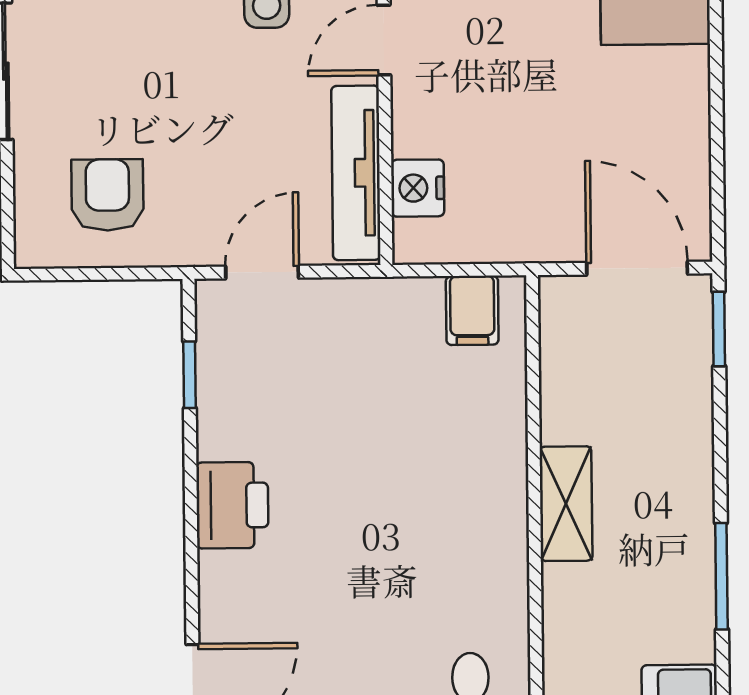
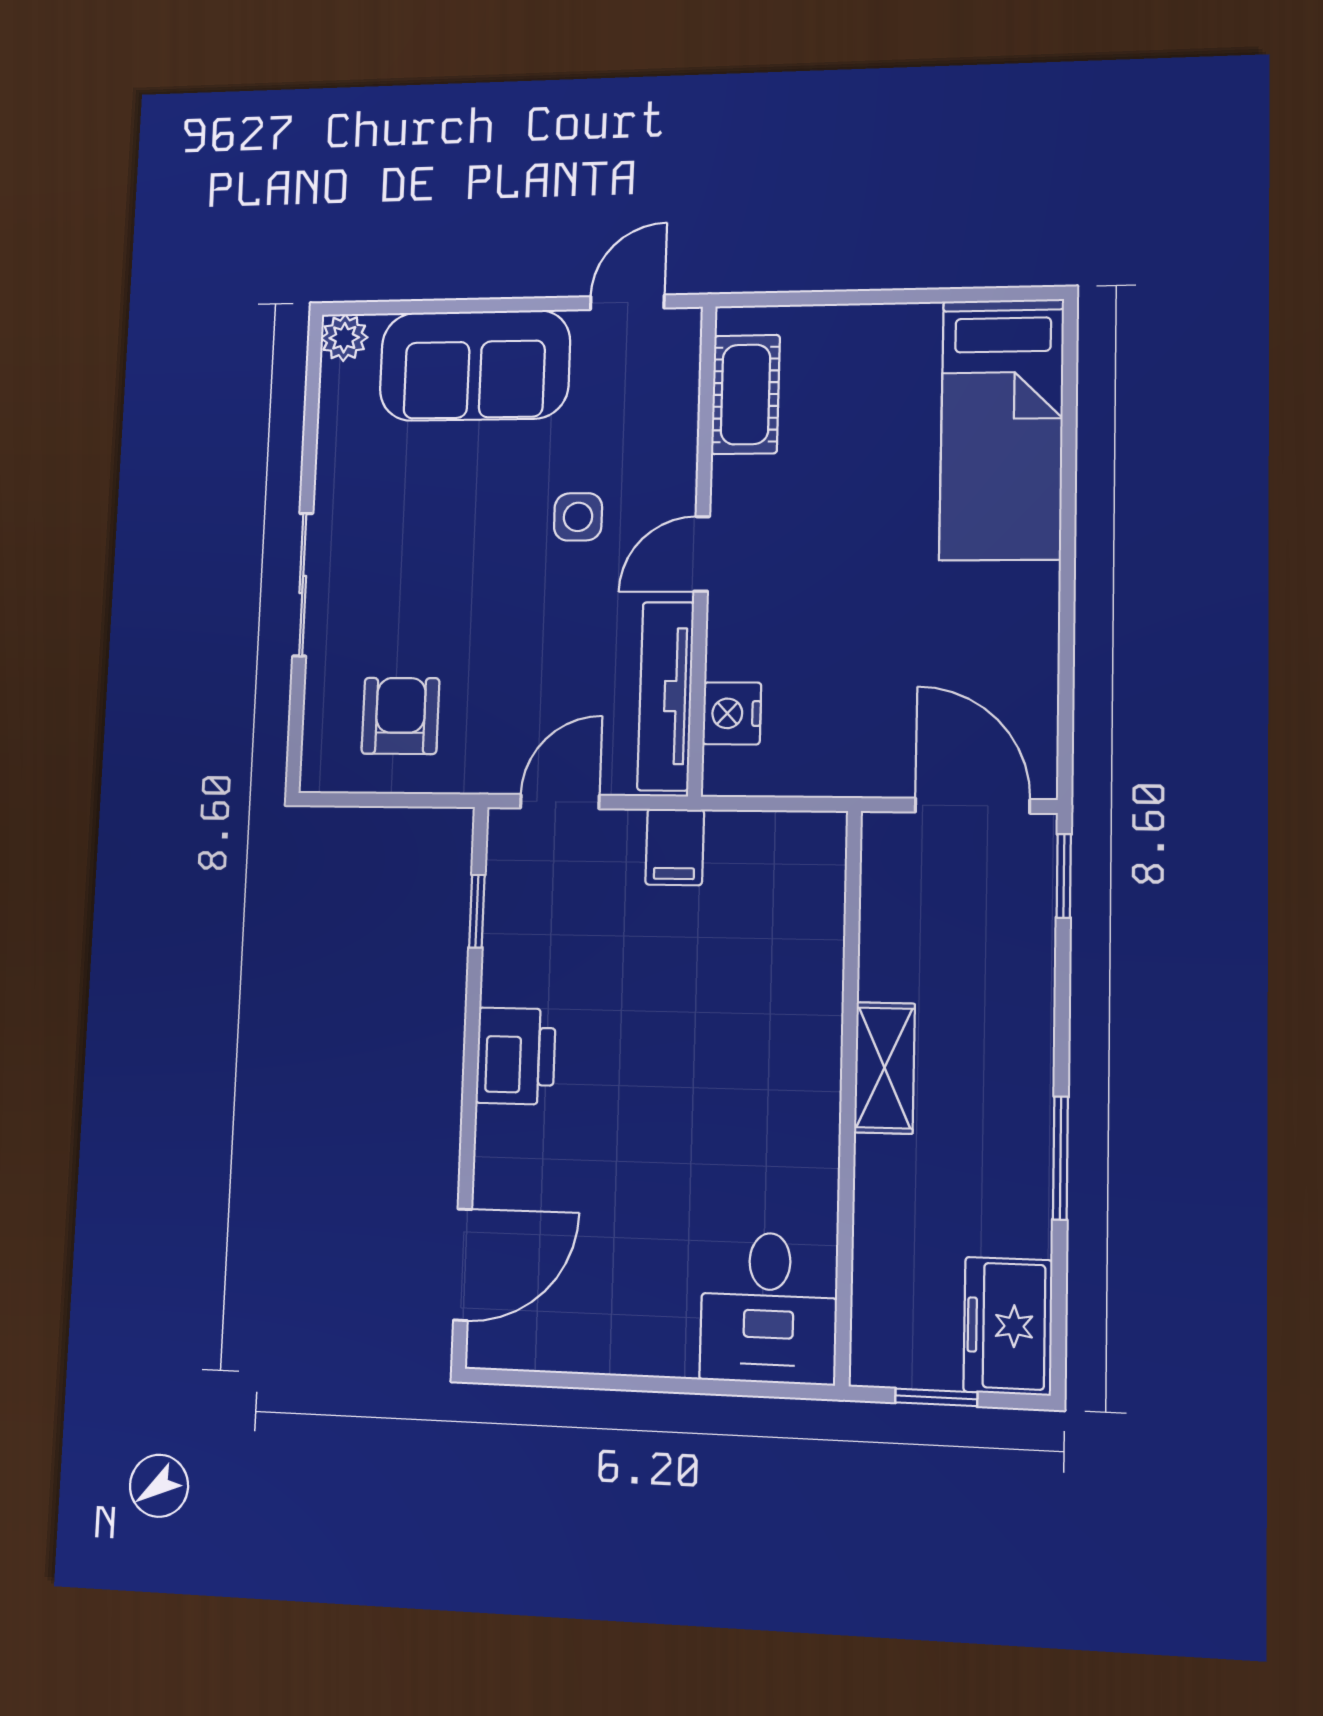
filing cabinet: (472, 310) -> (675, 847), moved

